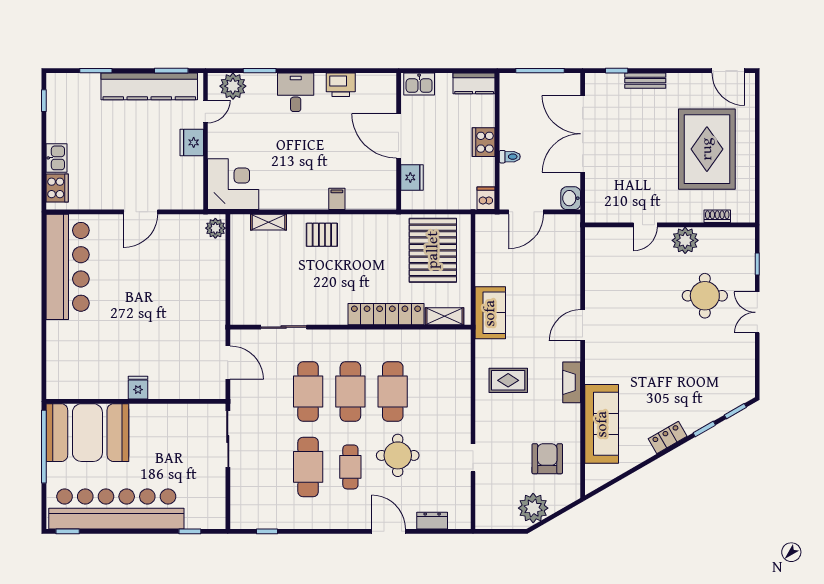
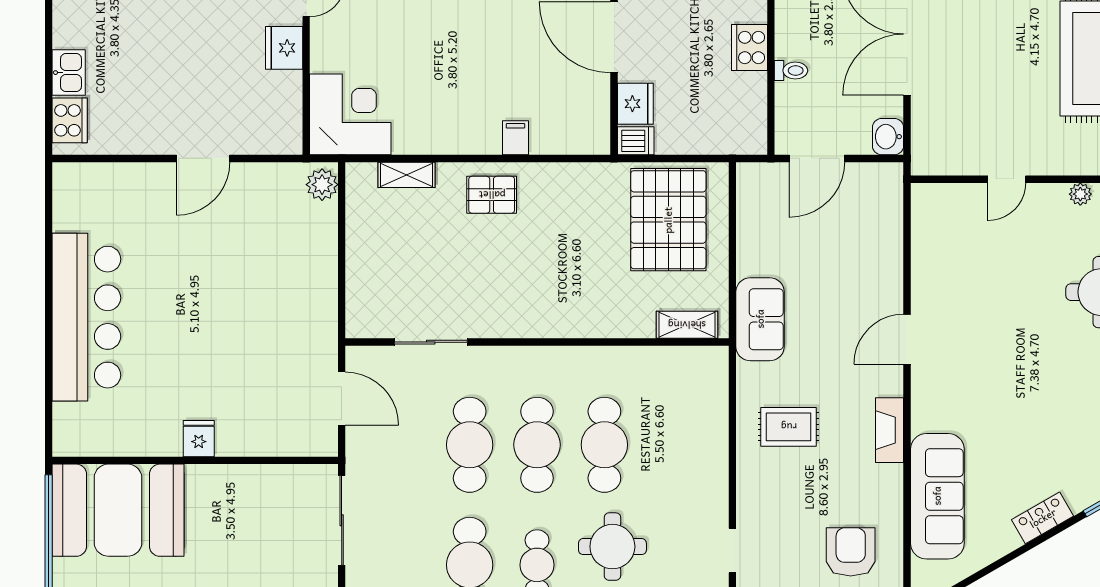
dishwasher: (486, 198) -> (636, 141), moved, turned 90
plant: (685, 240) -> (1080, 194), width x0.53, depth x0.53
bar counter: (68, 267) -> (86, 317), moved
locker: (386, 314) -> (594, 321), removed

